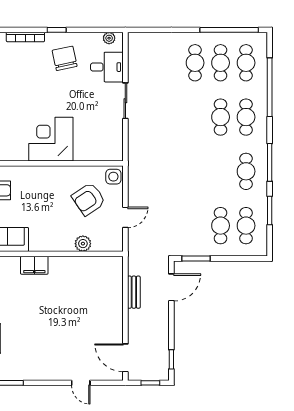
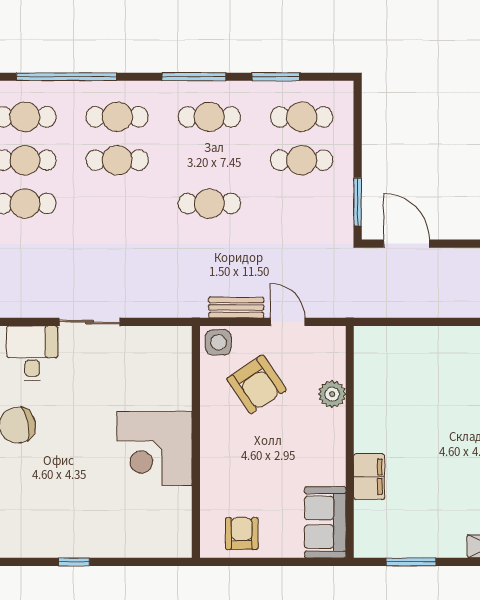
cafe table: (195, 171) -> (209, 204), added
bench: (134, 292) -> (236, 308), moved

